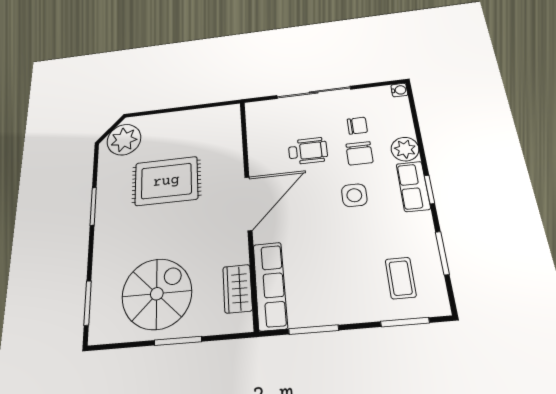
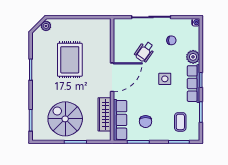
plant: (124, 140) -> (46, 26), width x0.53, depth x0.53
wheelchair: (308, 151) -> (145, 52), turned 125
chair: (359, 153) -> (146, 122), moved
rug: (166, 181) -> (70, 60), turned 90
row of seats: (413, 186) -> (194, 84), width x1.48
wardrobe: (237, 289) -> (104, 114), width x1.50
spiral stairs: (157, 294) -> (65, 119), turned -90

